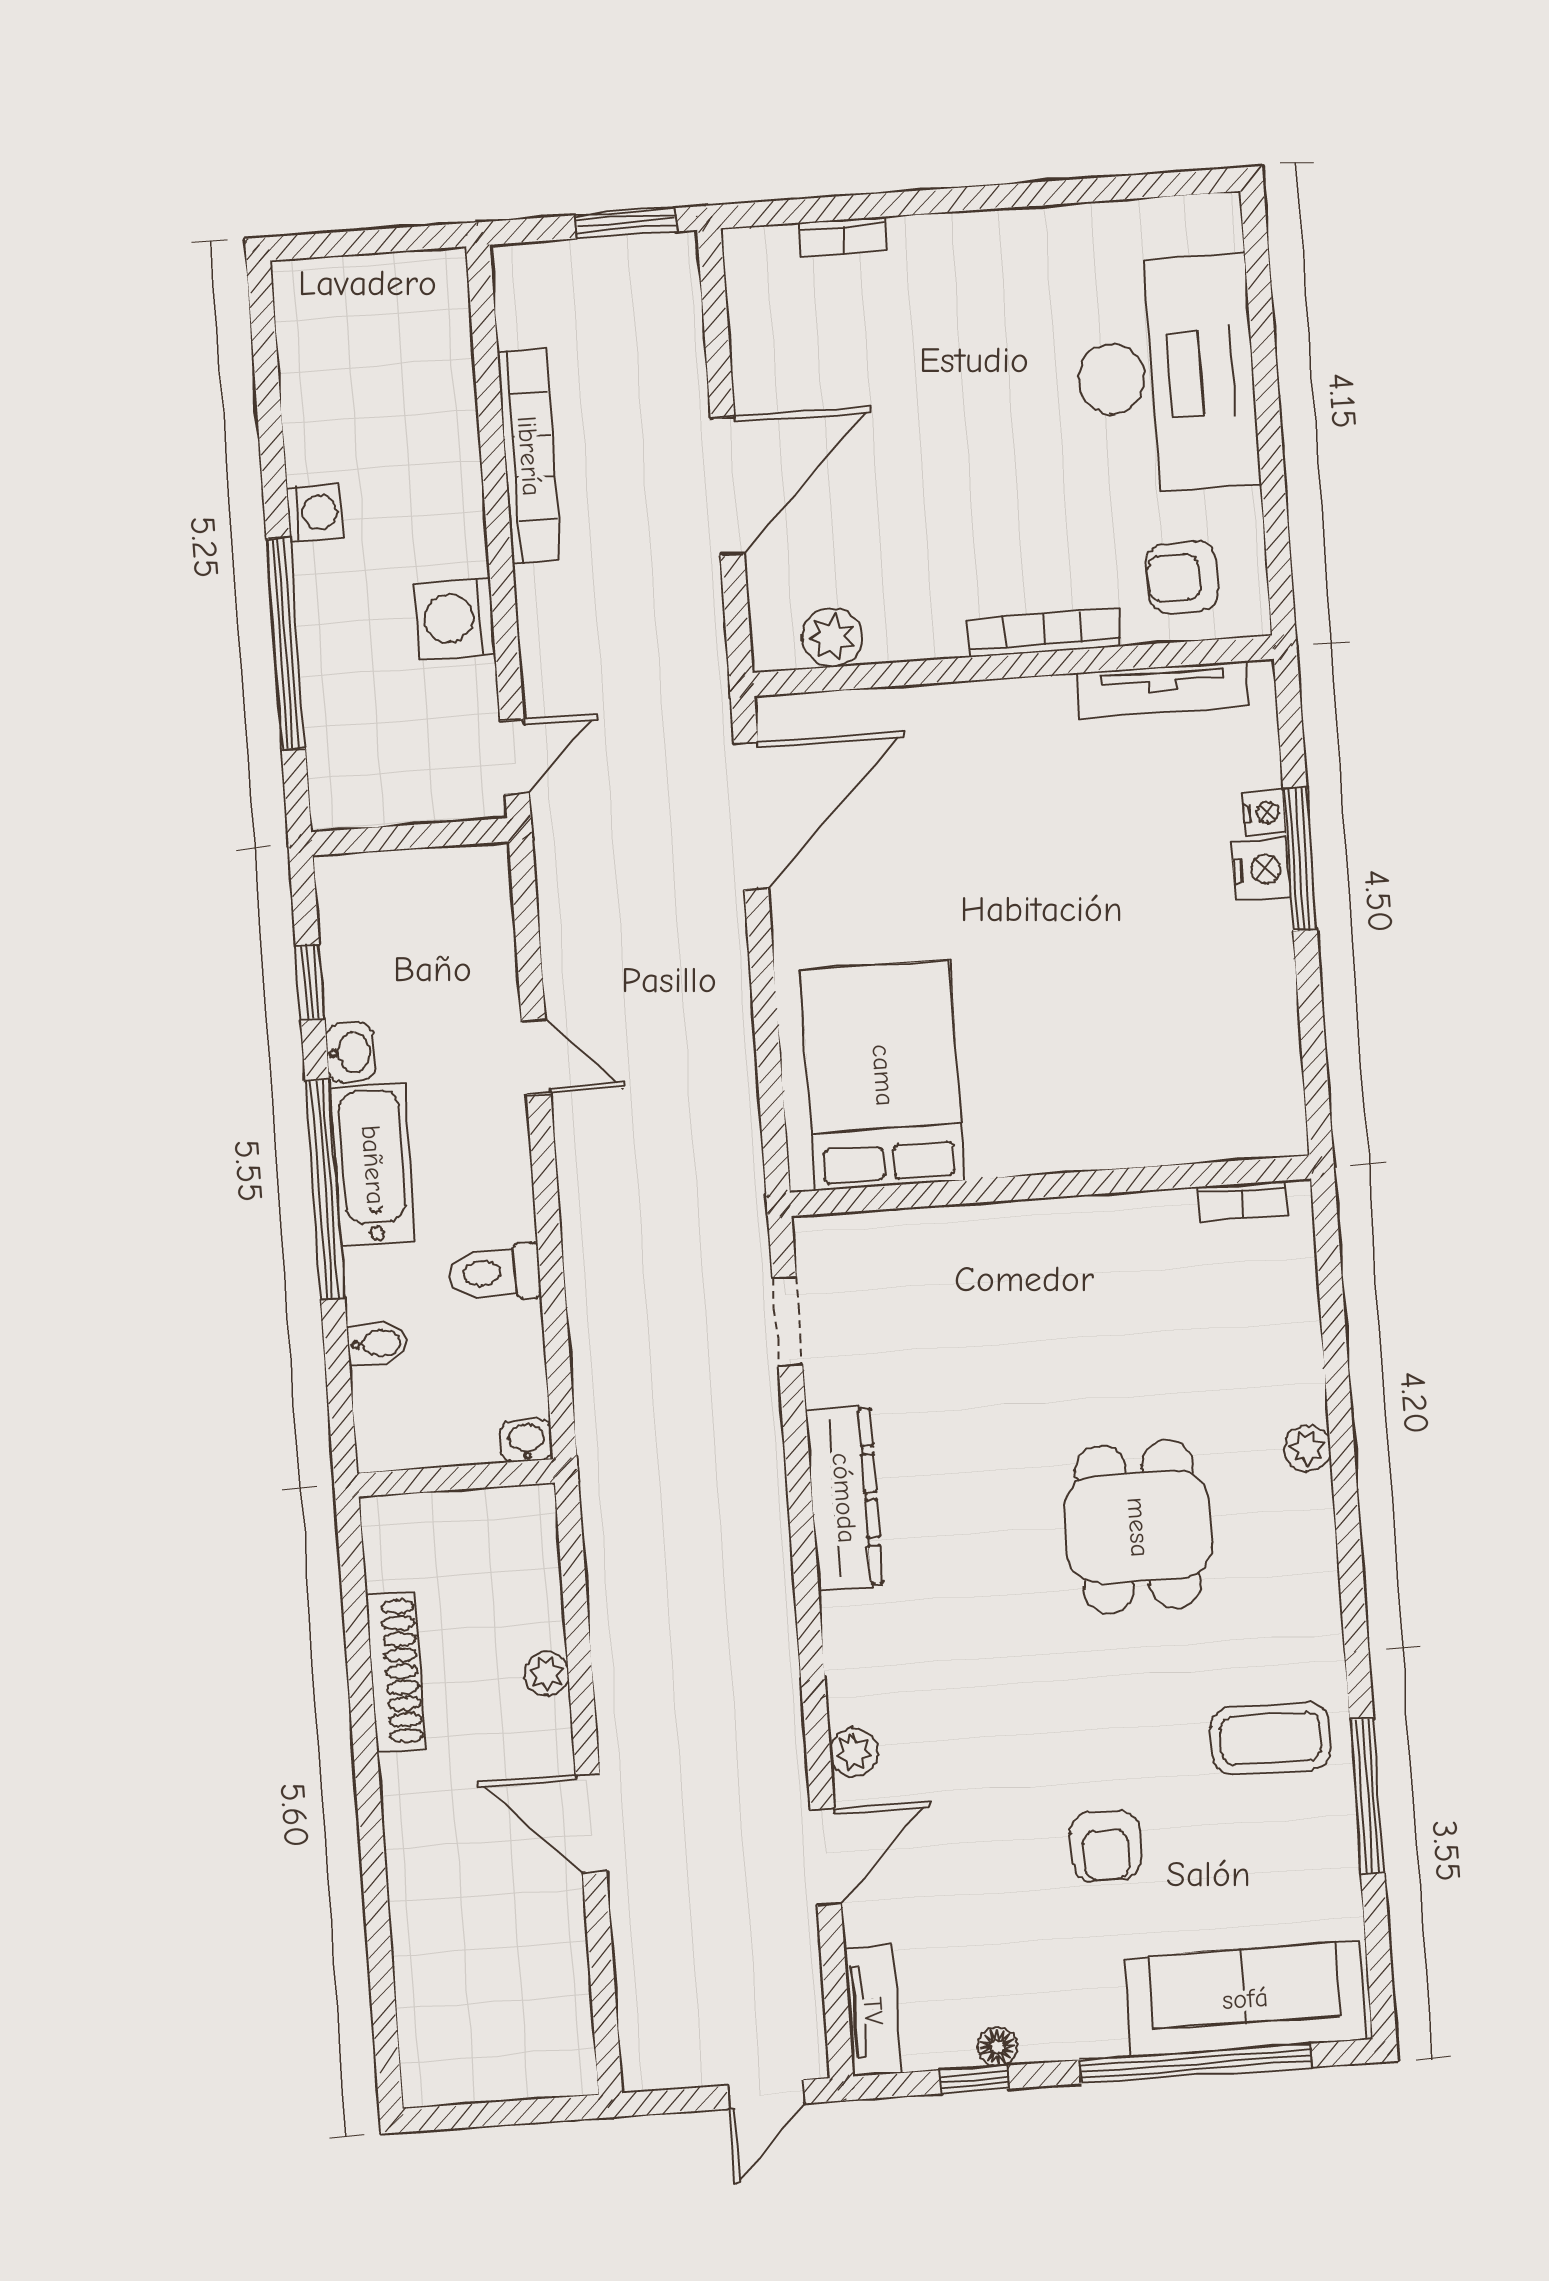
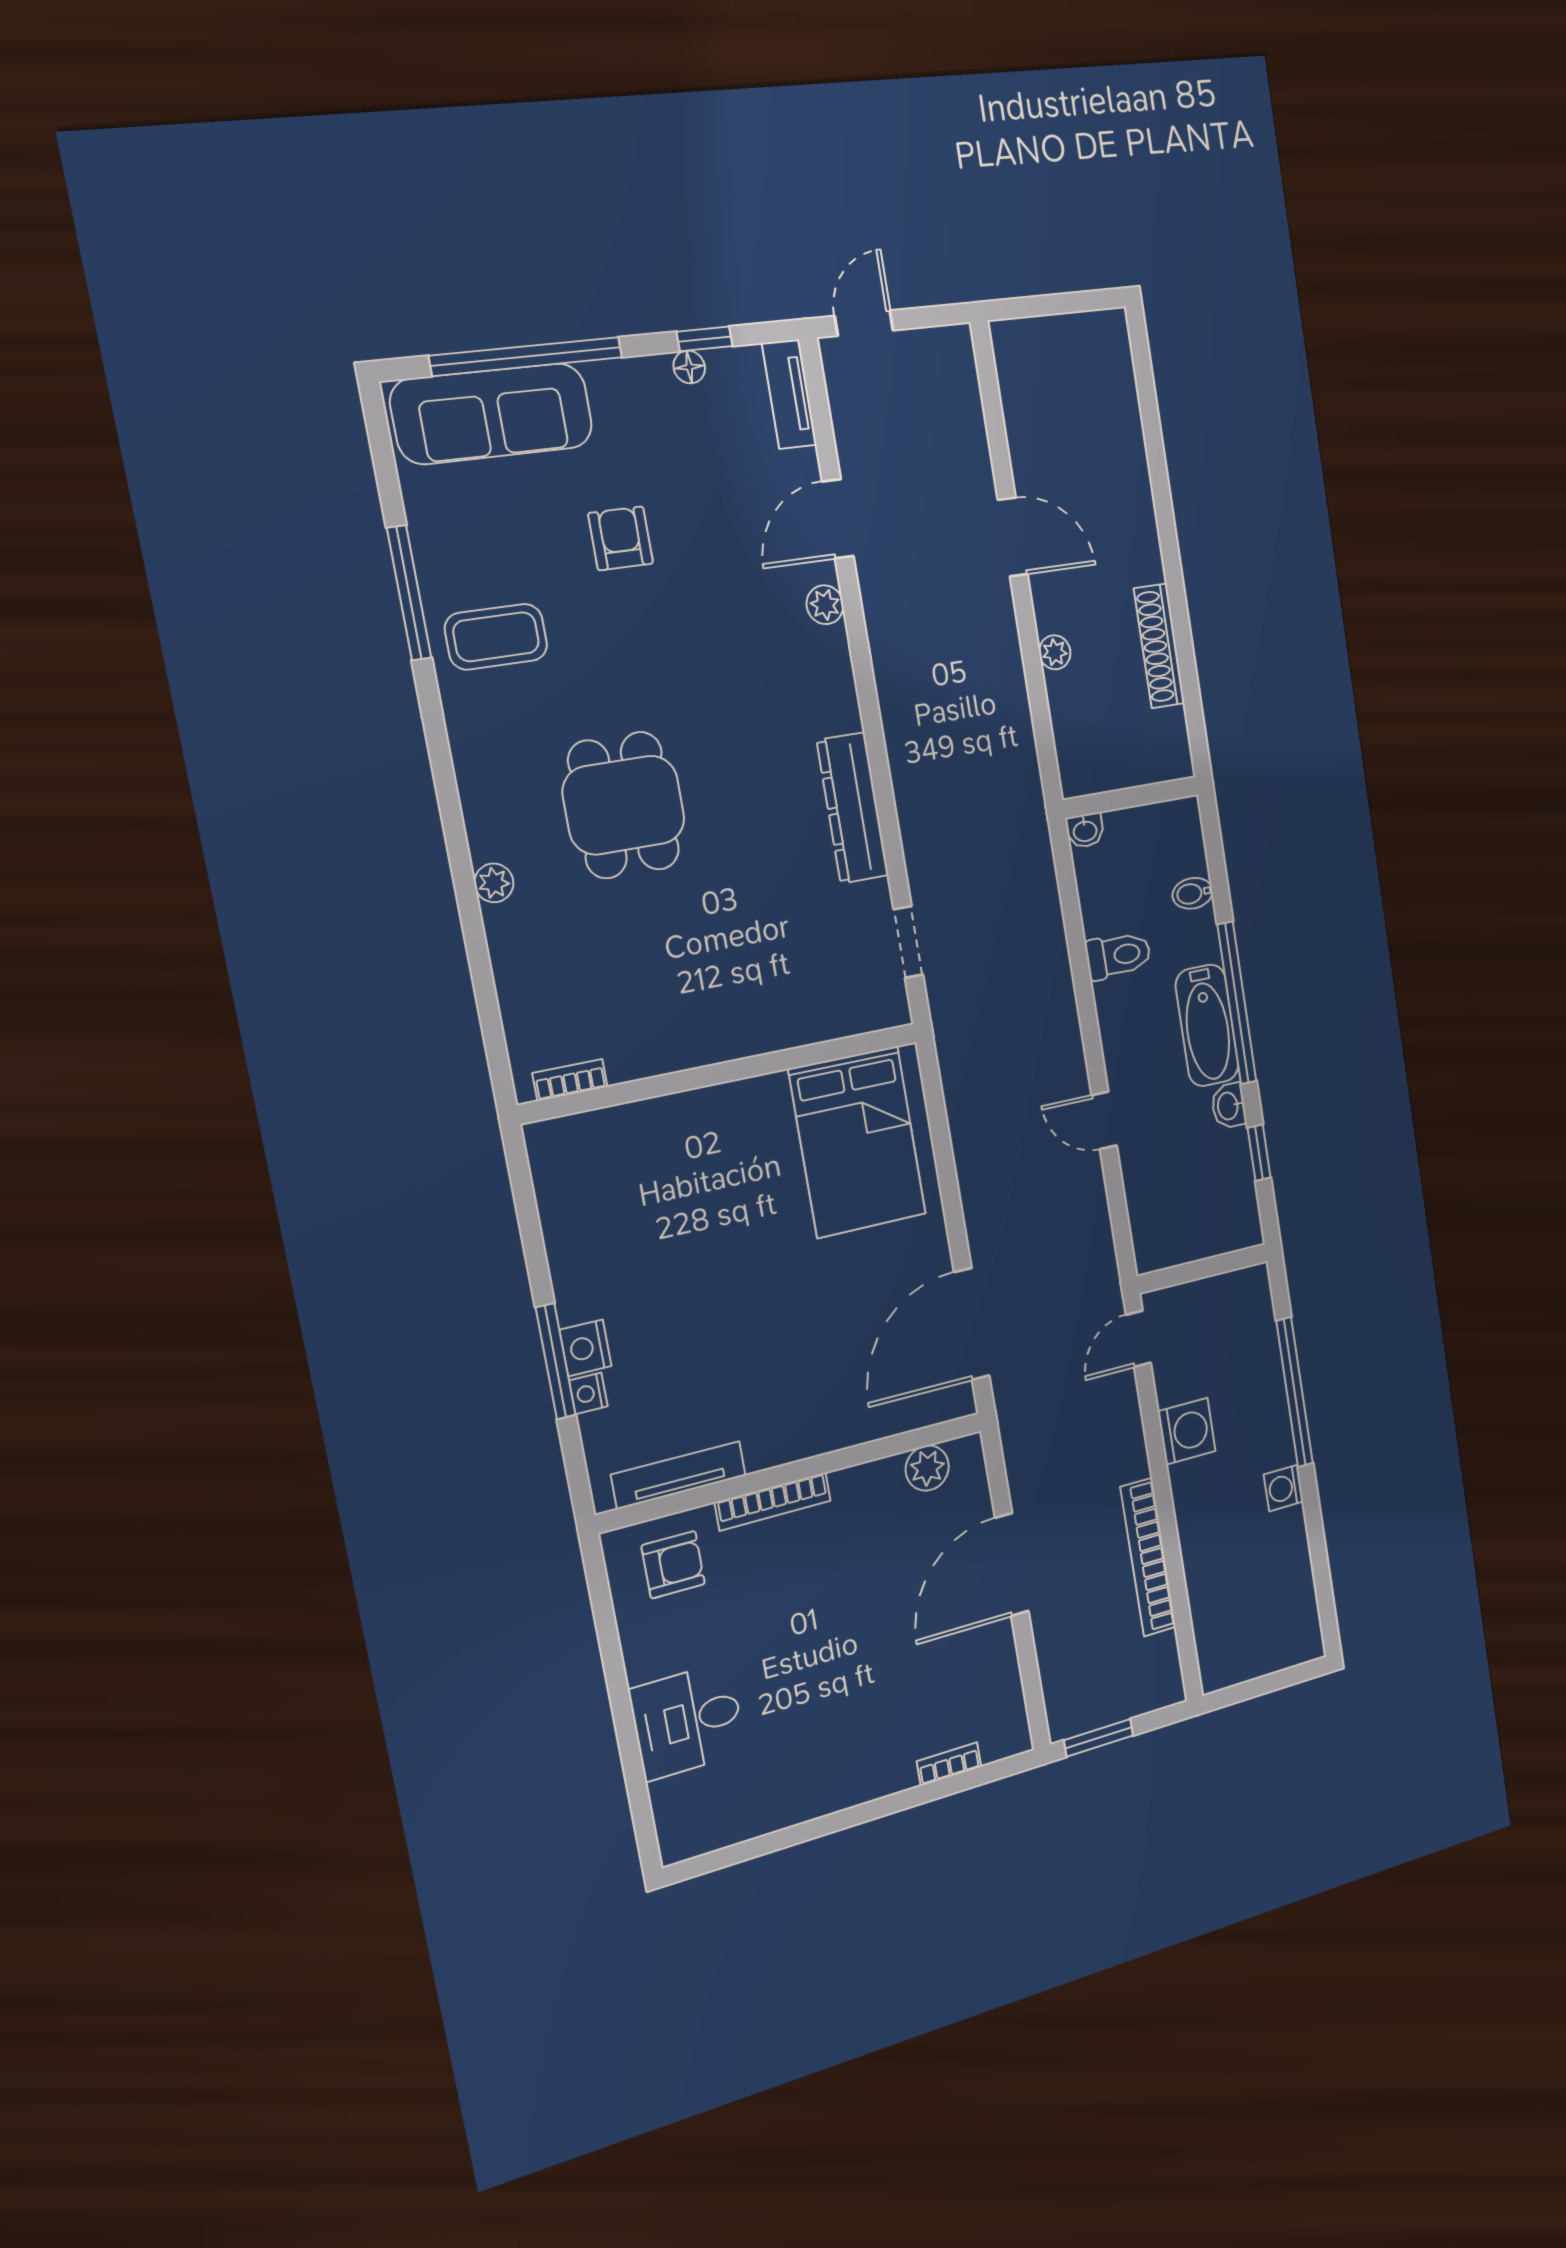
desk: (1166, 375) -> (688, 1721), width x0.53, depth x0.77

